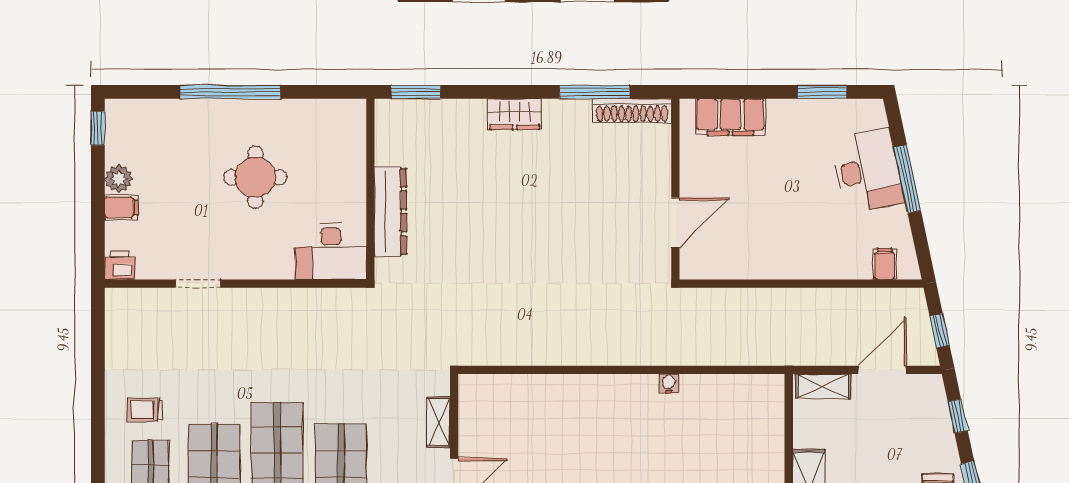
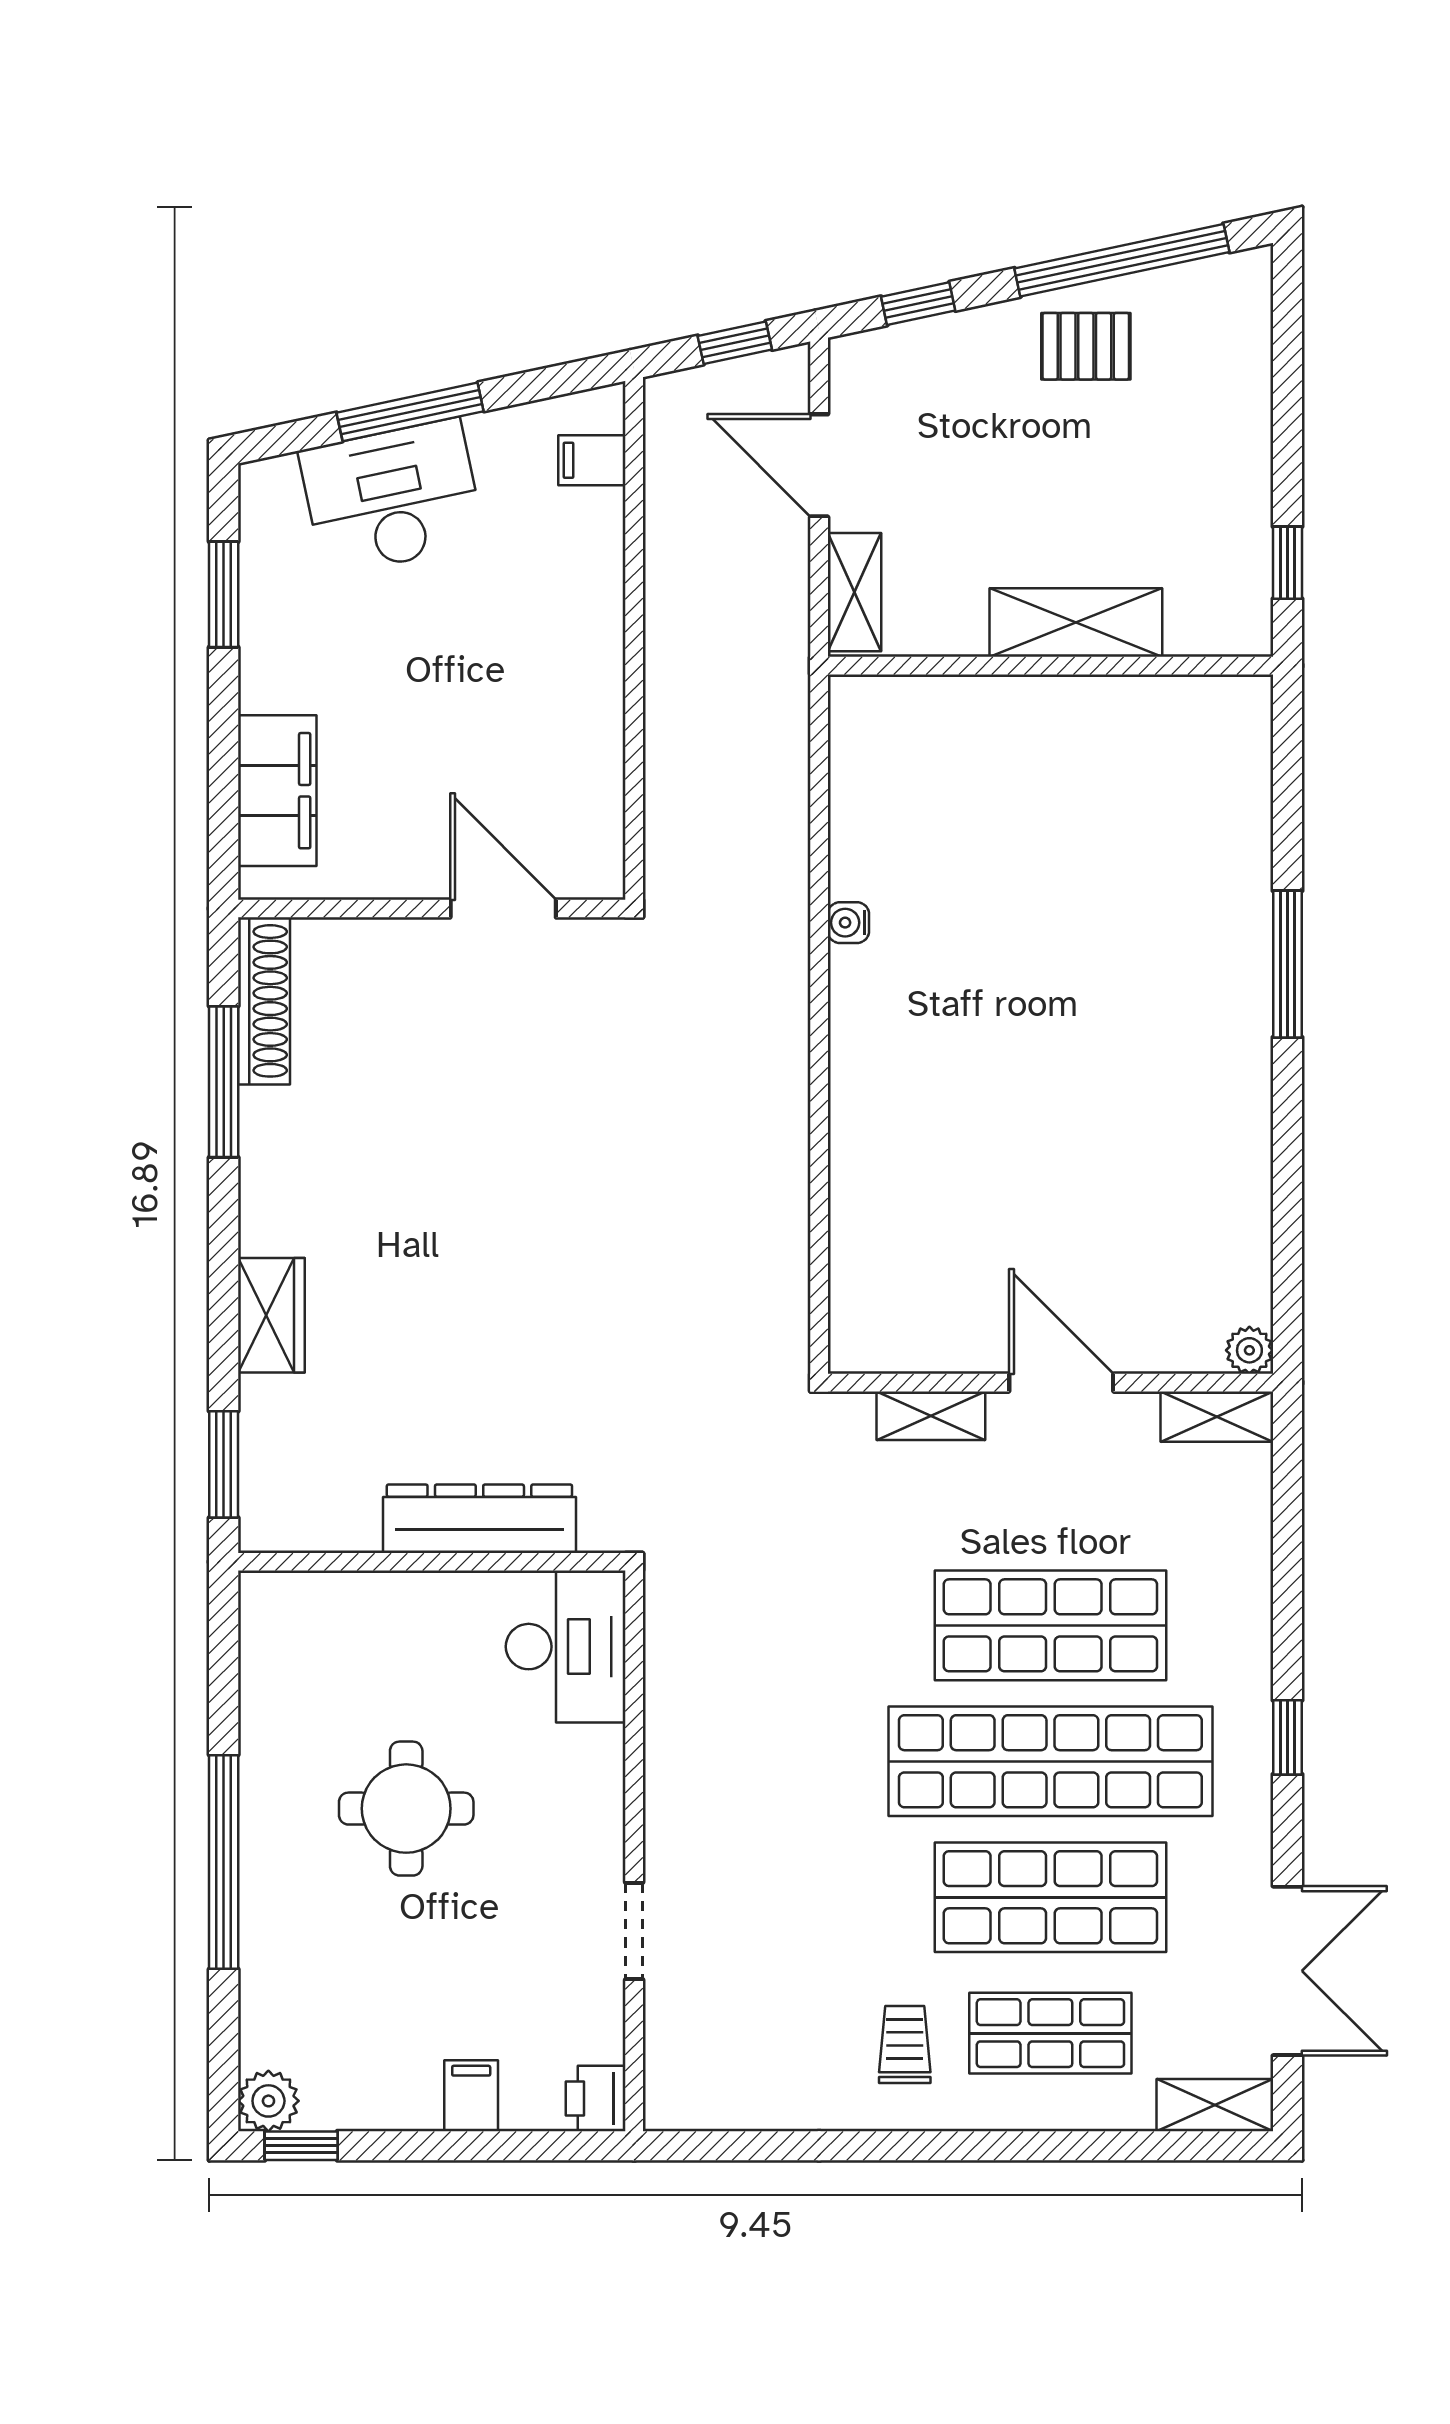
wardrobe: (515, 114) -> (271, 1315), moved
plant: (119, 179) -> (268, 2101), moved
trolley: (145, 410) -> (905, 2044), turned 180

